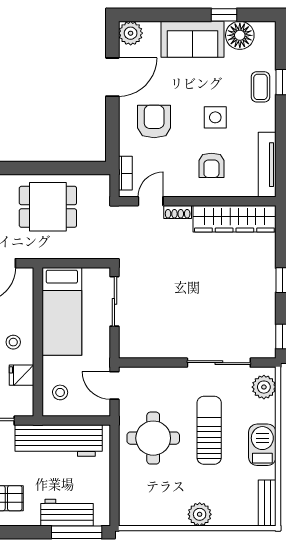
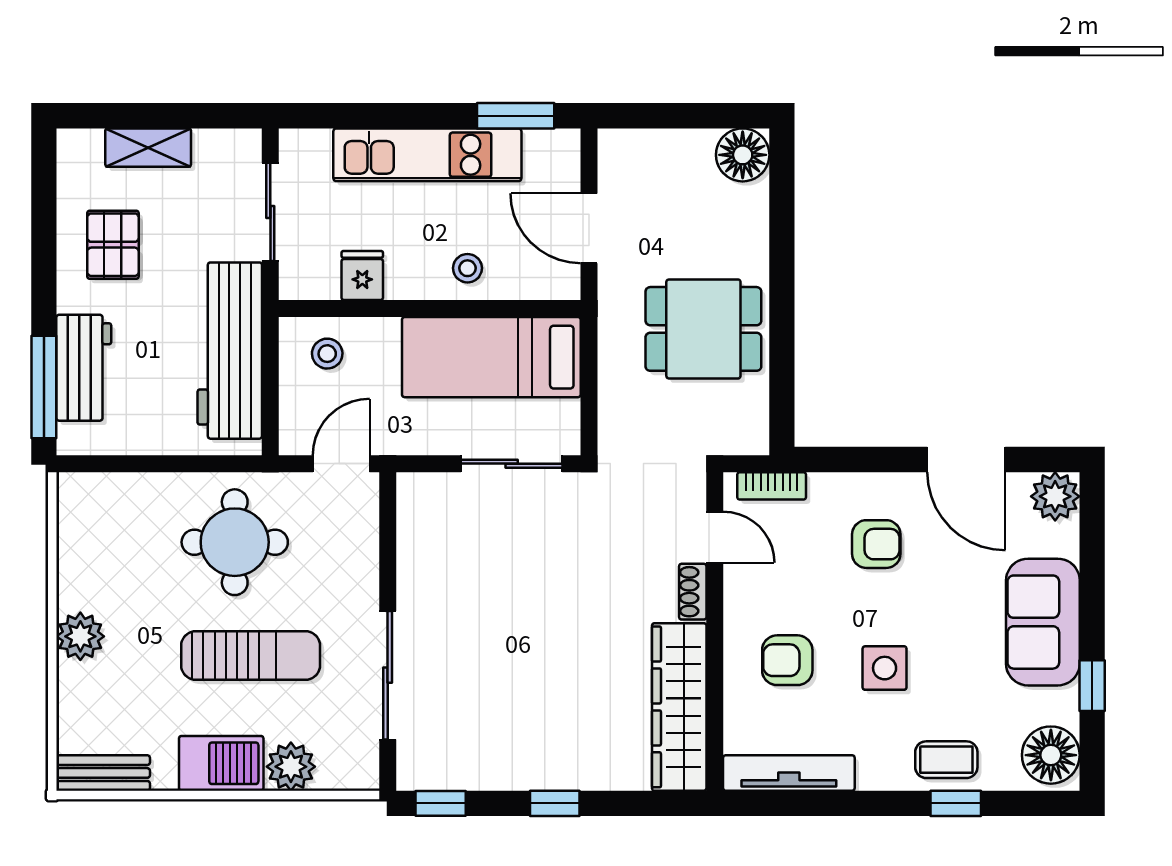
floor lamp: (240, 35) -> (1051, 755), moved
armchair: (154, 121) -> (876, 544), width x0.72, depth x0.72
dining table: (48, 207) -> (703, 329), turned 90
stool: (13, 342) -> (467, 268), moved
plant: (264, 387) -> (291, 767), moved

